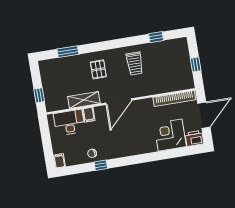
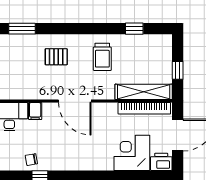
pallet: (98, 69) -> (56, 57), turned 90
shelving: (84, 100) -> (144, 92), moved, width x1.47
door: (119, 102) -> (75, 101), hinge flipped

